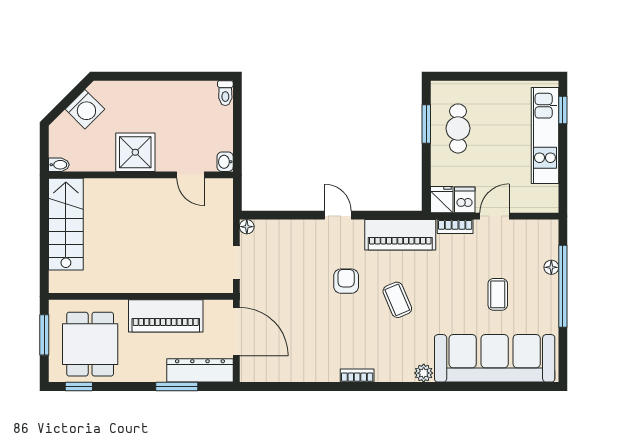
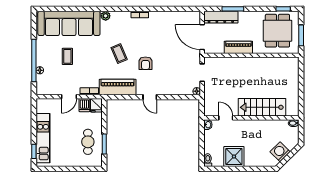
shower: (135, 152) -> (234, 156), moved
stairs: (66, 224) -> (262, 107), moved, turned 90
piano: (166, 316) -> (238, 47), width x0.73, depth x0.75

